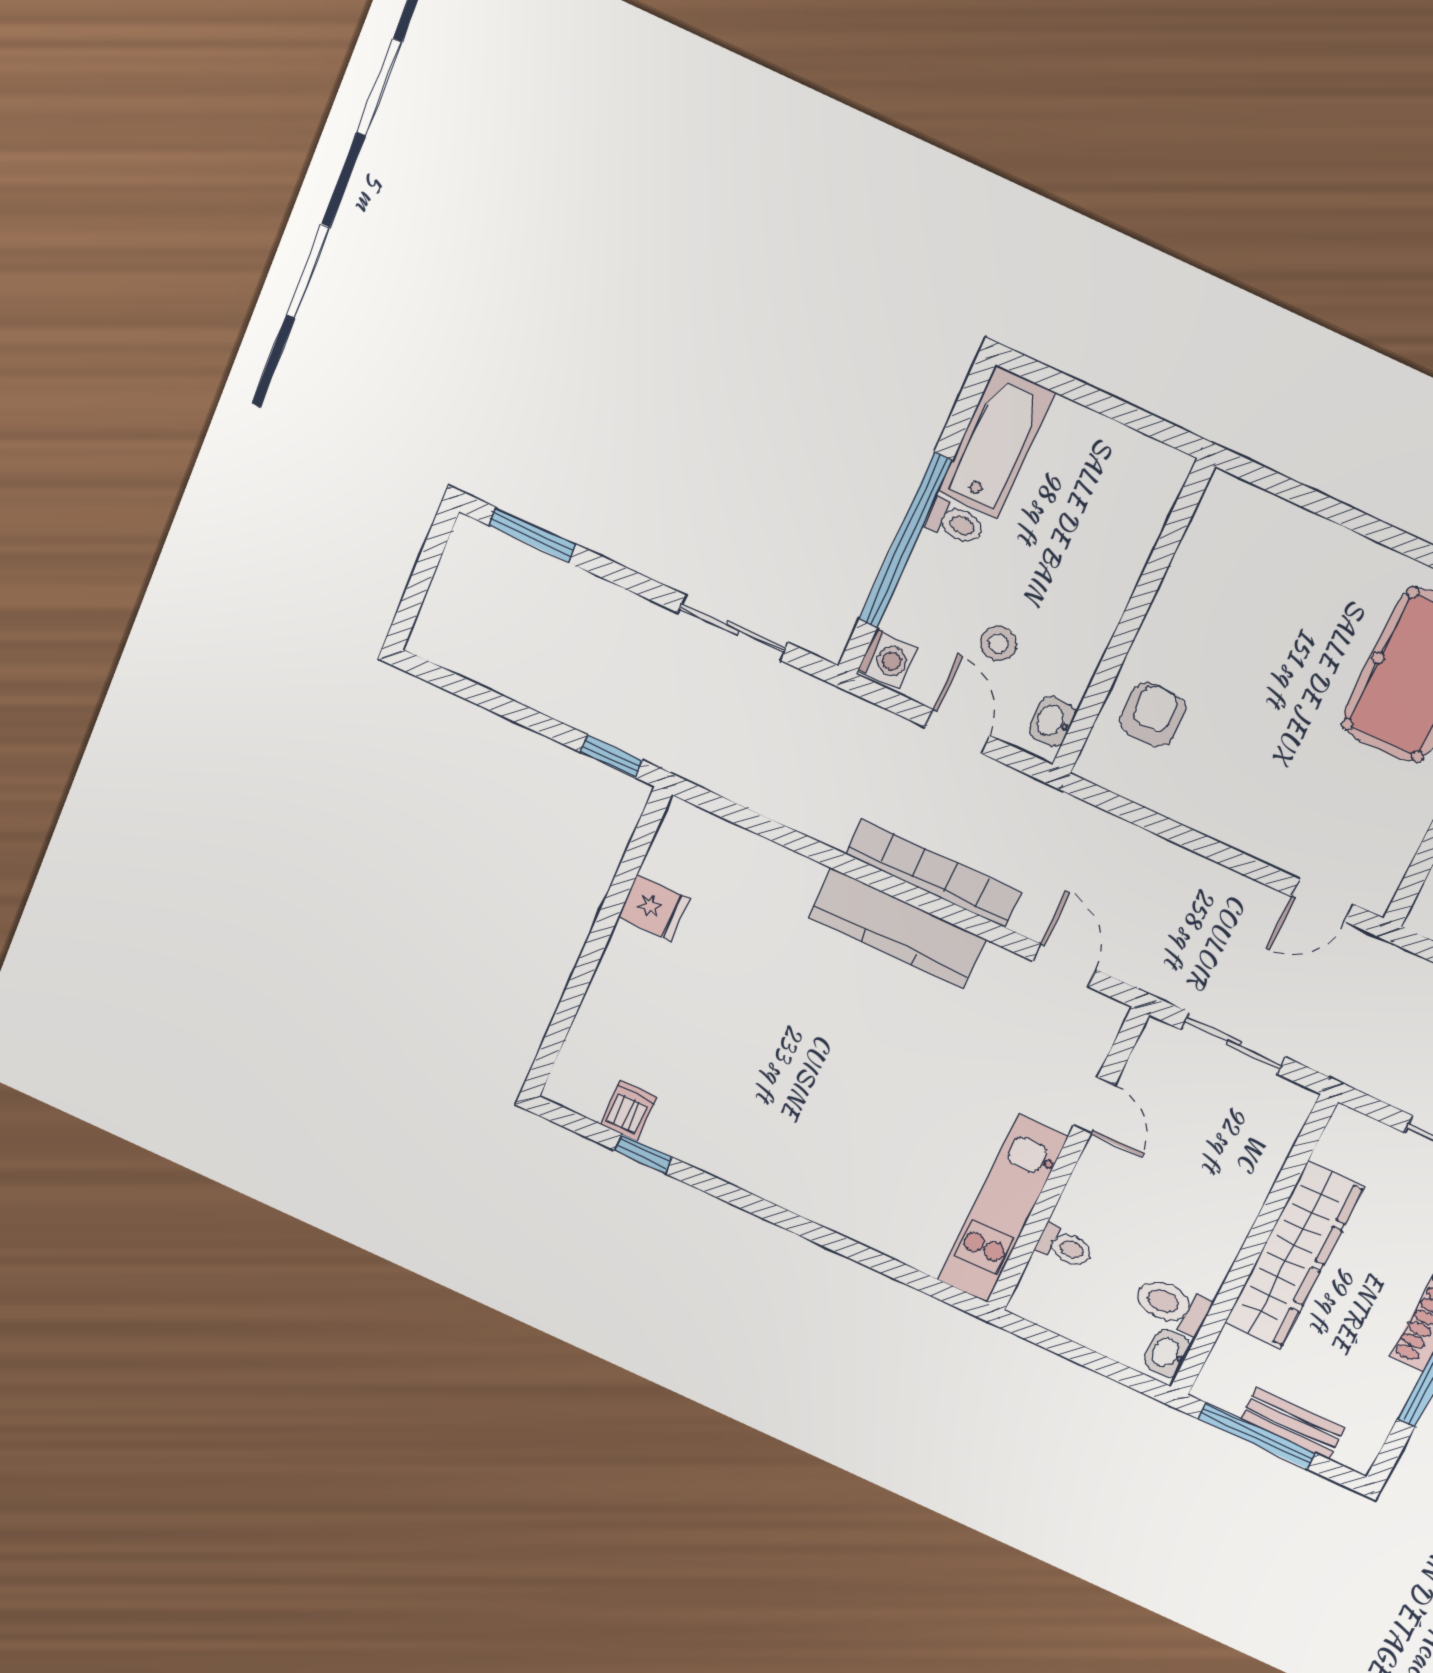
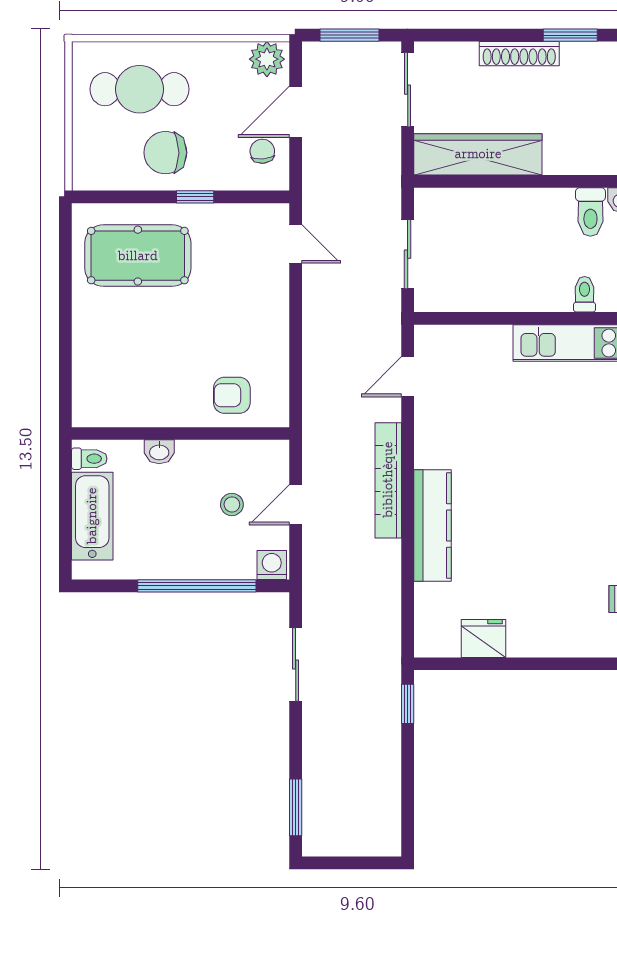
bathtub: (996, 442) -> (92, 516), moved, turned 90
toilet: (955, 522) -> (89, 459), moved, turned 90
washbasin: (1053, 721) -> (159, 452), moved
fridge: (654, 908) -> (483, 638), width x1.38
kitchen counter: (897, 928) -> (432, 525), moved
door: (1094, 1105) -> (486, 318), removed
wardrobe: (1294, 1255) -> (478, 154), moved

